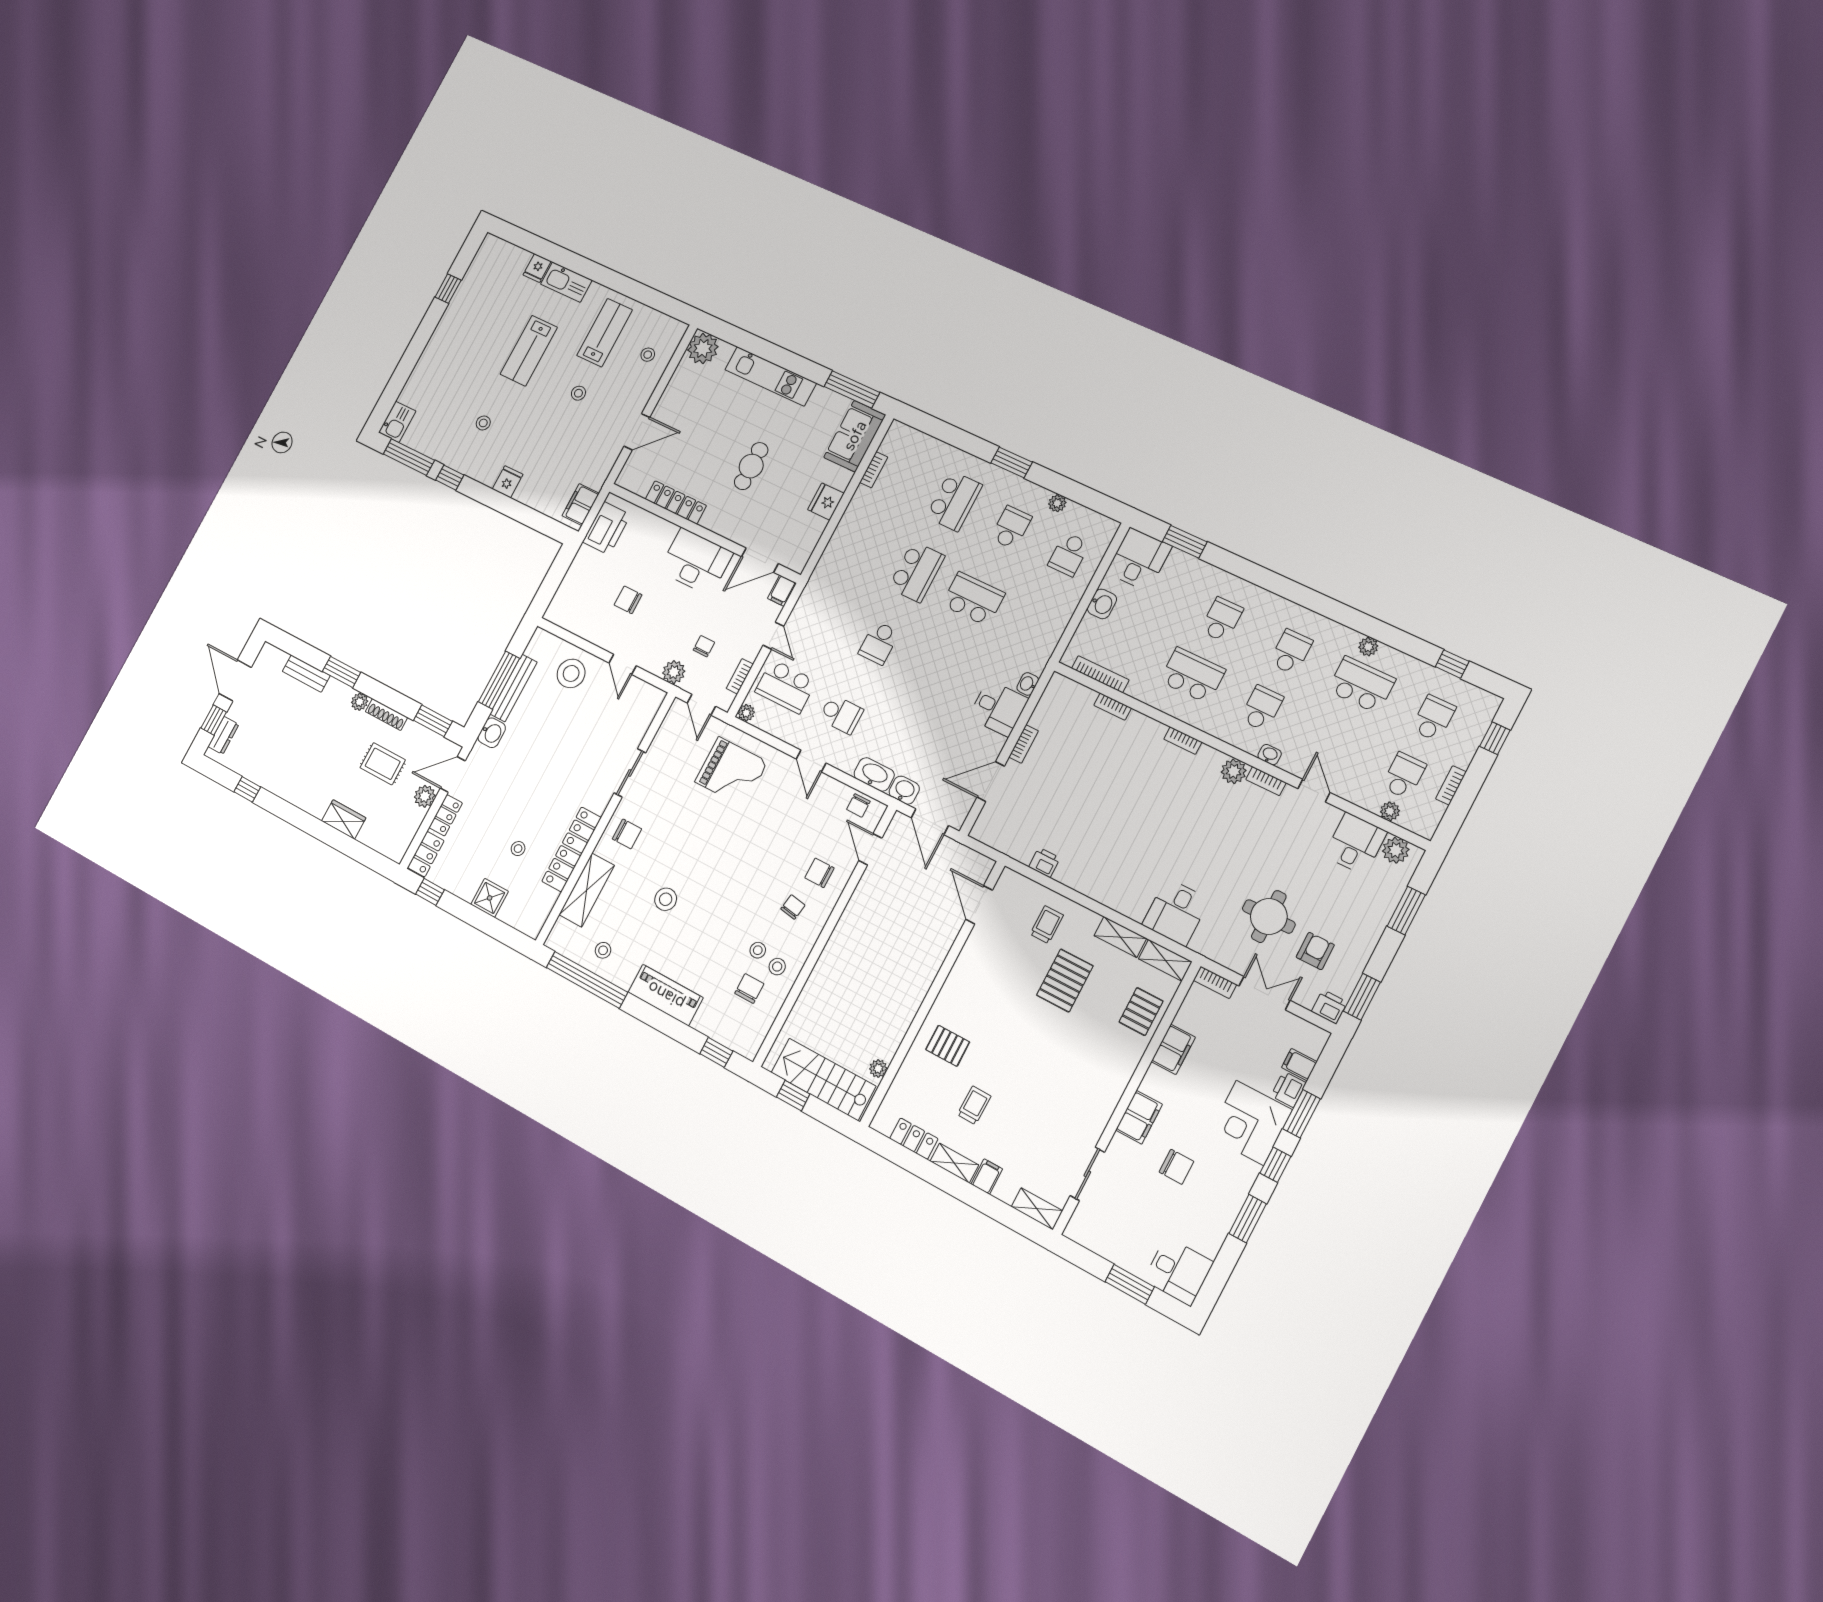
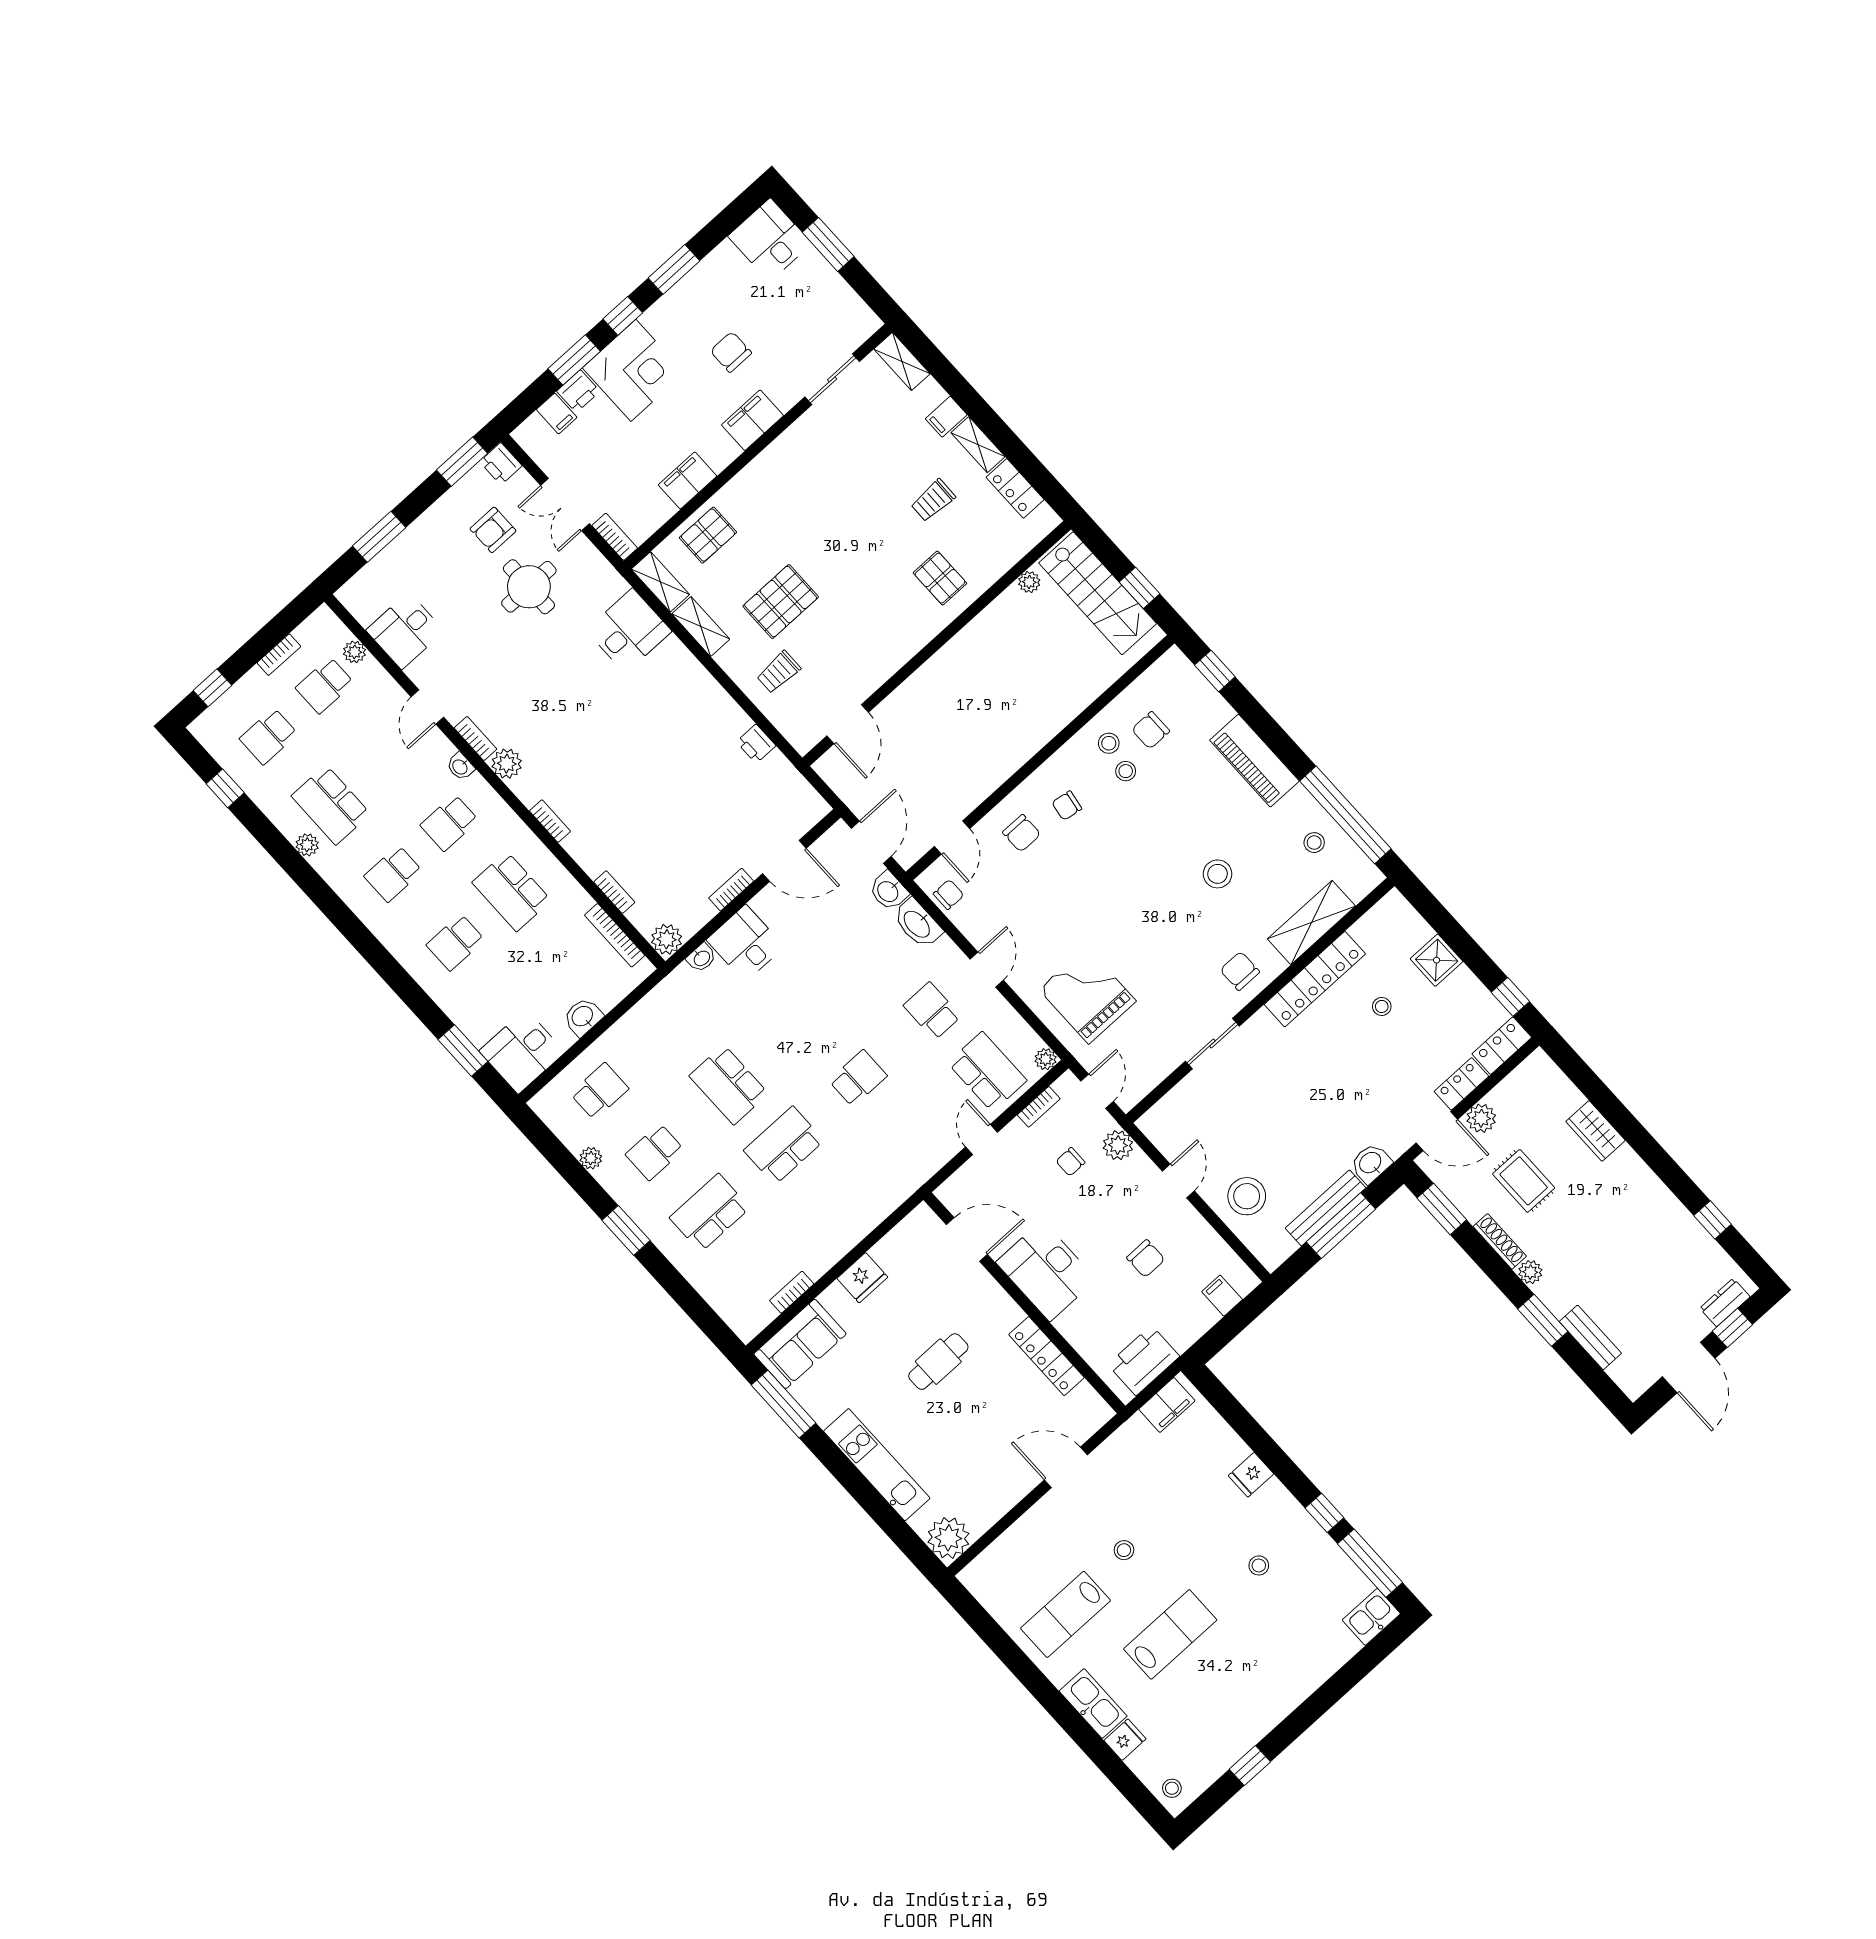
stool: (648, 355) -> (1172, 1788), moved
filing cabinet: (782, 591) -> (1222, 1296), moved, turned -90
plant: (1396, 850) -> (667, 939), moved

